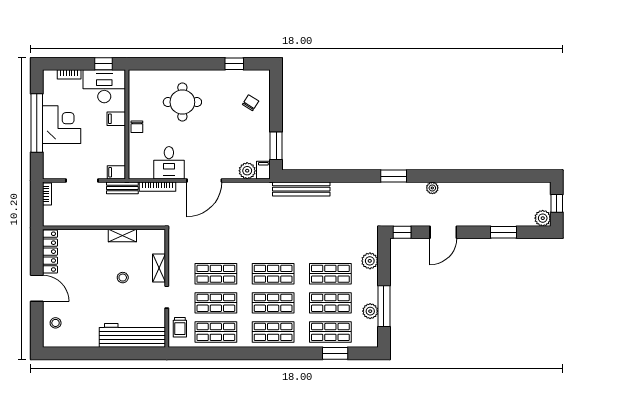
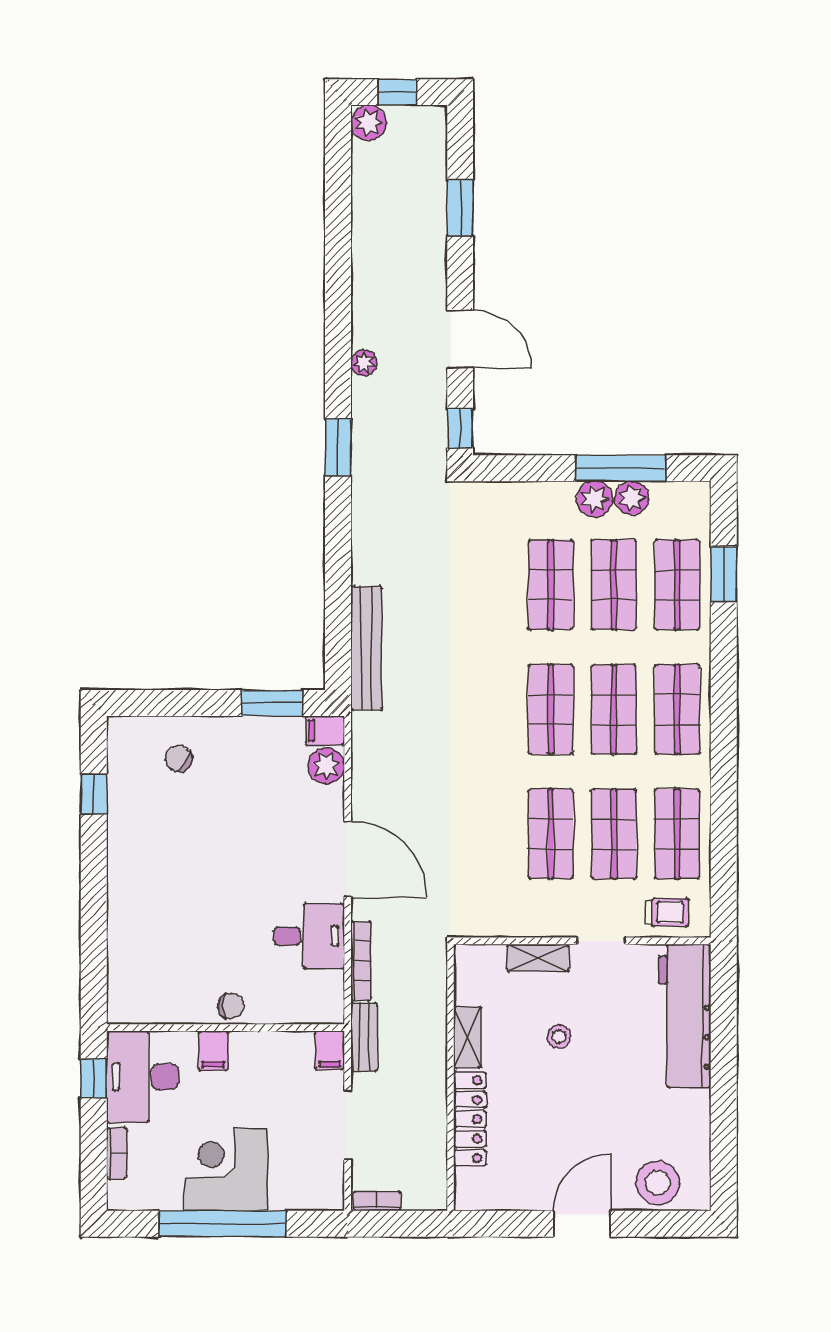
round table: (182, 102) -> (177, 907), removed
plant: (543, 218) -> (369, 123), moved
locker: (50, 252) -> (470, 1119), moved, turned 90
plant: (370, 261) -> (594, 499), moved
stool: (56, 323) -> (658, 1183), width x1.89, depth x1.89

